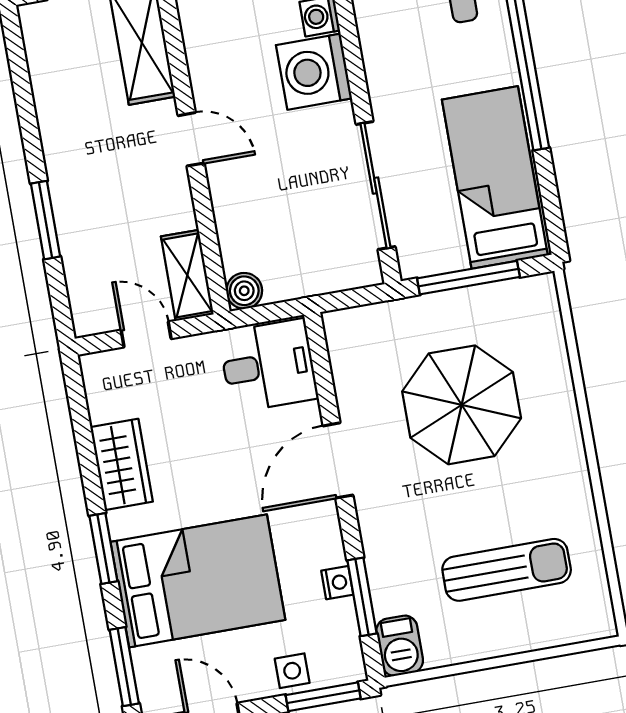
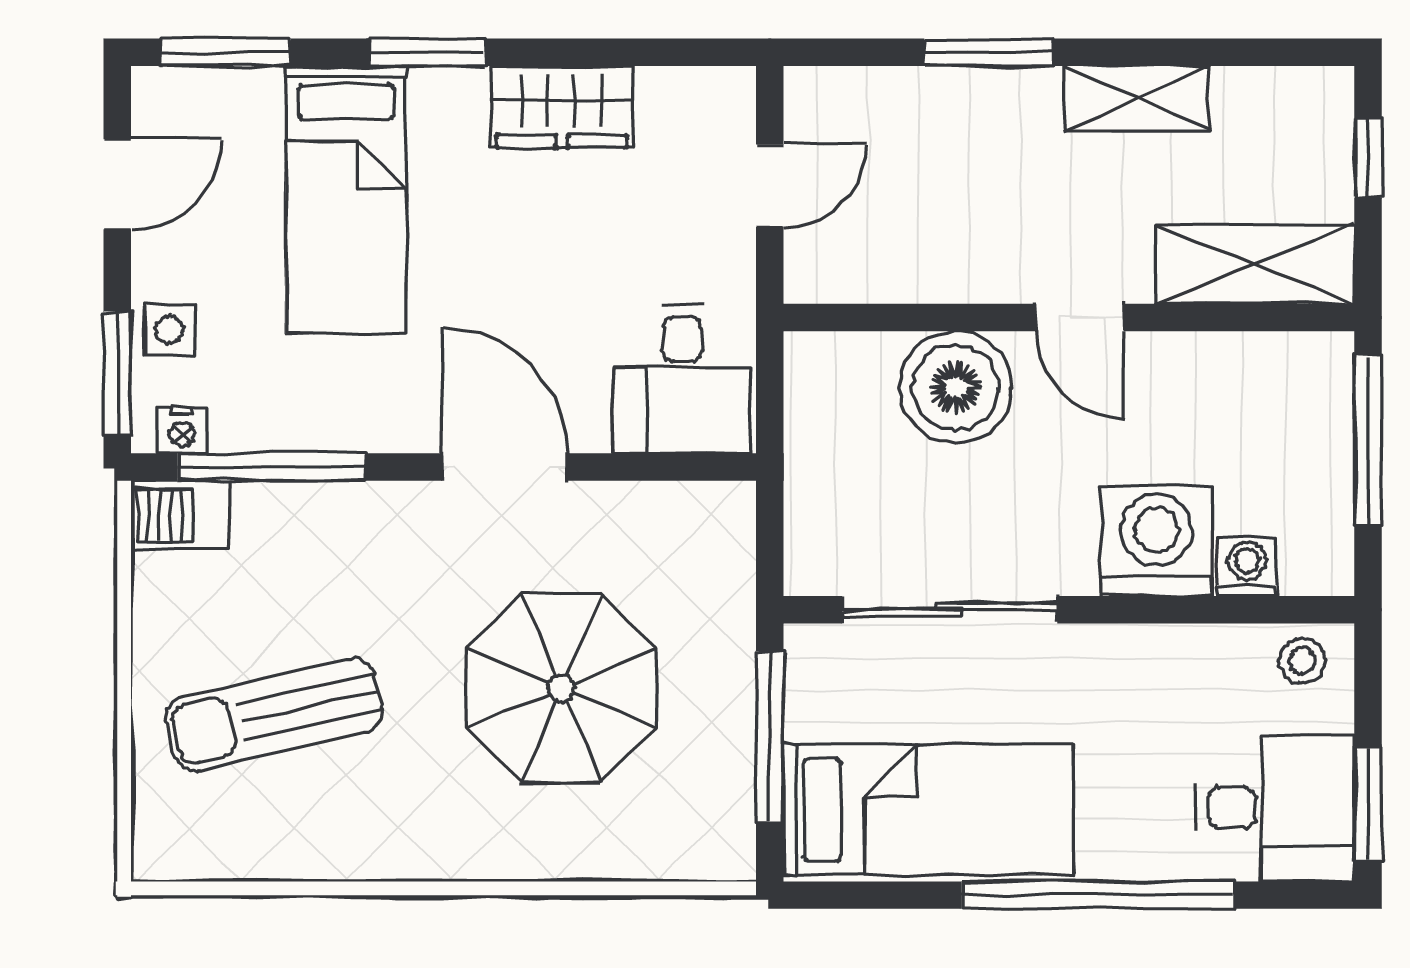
door: (191, 139) -> (1080, 317), hinge flipped
shelving: (187, 275) -> (1137, 98), moved
boiler: (244, 291) -> (956, 387), moved, width x1.86, depth x1.86
sun lounger: (507, 570) -> (274, 715), turned 77
bed: (198, 581) -> (346, 200), width x0.67
nightstand: (337, 583) -> (182, 430), moved
window: (362, 597) -> (272, 467), width x1.44

